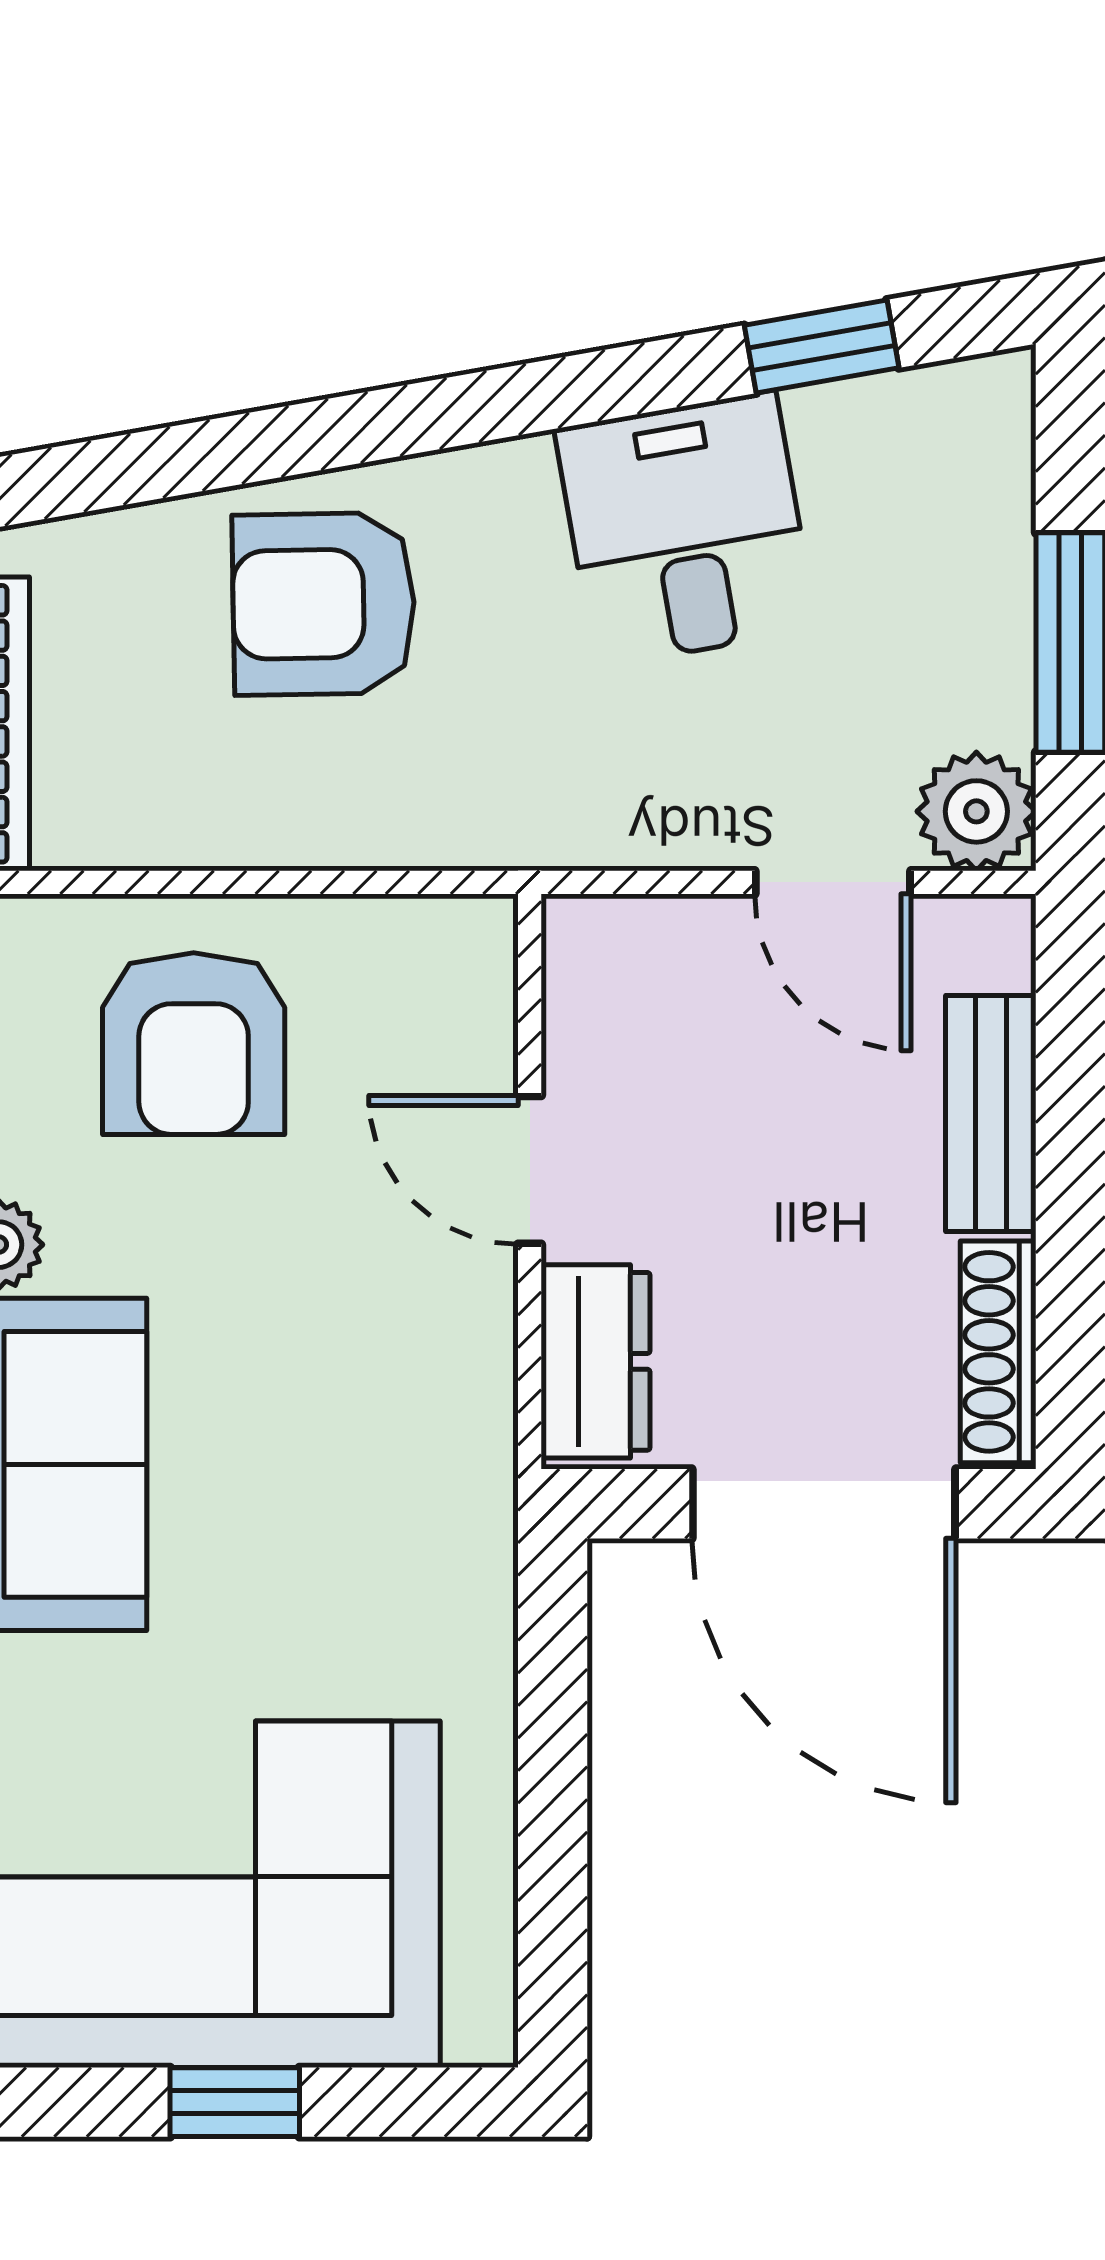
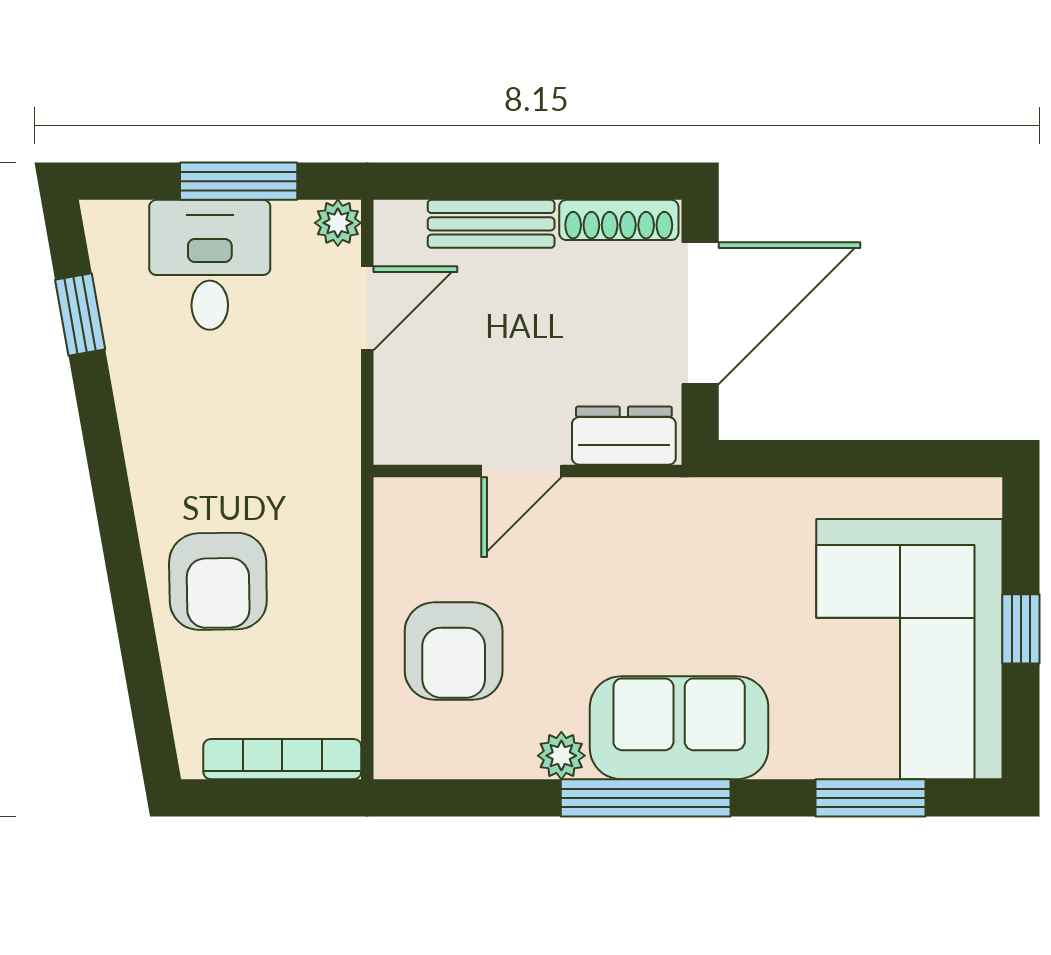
desk: (686, 529) -> (210, 265), moved, turned 100
plant: (976, 811) -> (338, 223), width x0.73, depth x0.73
armchair: (194, 1044) -> (454, 651), turned 90

